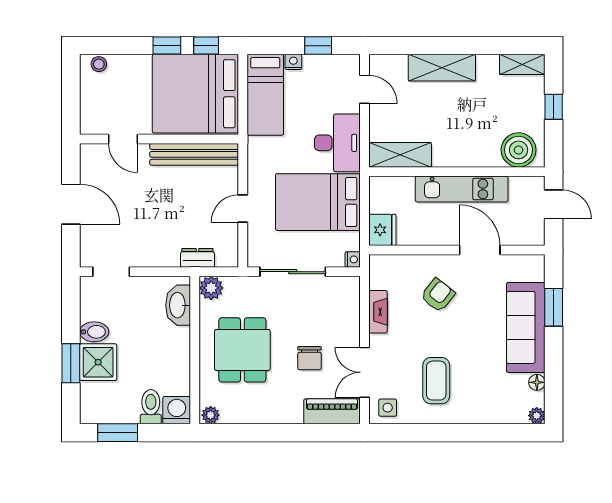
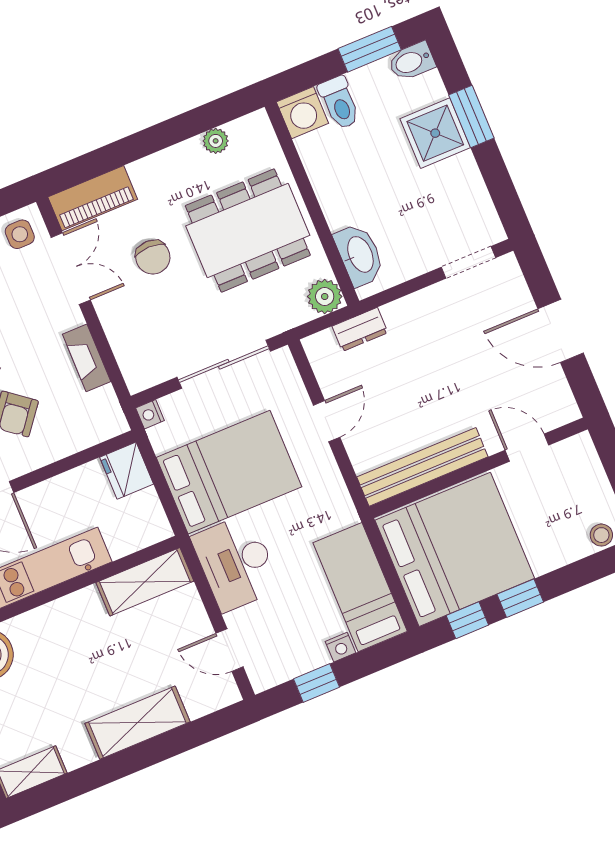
bidet: (94, 332) -> (412, 61), moved
dining table: (242, 350) -> (248, 231), width x1.38
chair: (309, 358) -> (153, 257), turned 180
plant: (211, 415) -> (216, 141), moved

